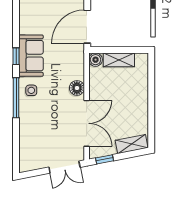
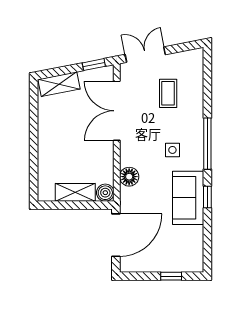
floor lamp: (77, 88) -> (129, 177), moved
side table: (31, 90) -> (172, 150), moved
coffee table: (47, 137) -> (168, 93), added

